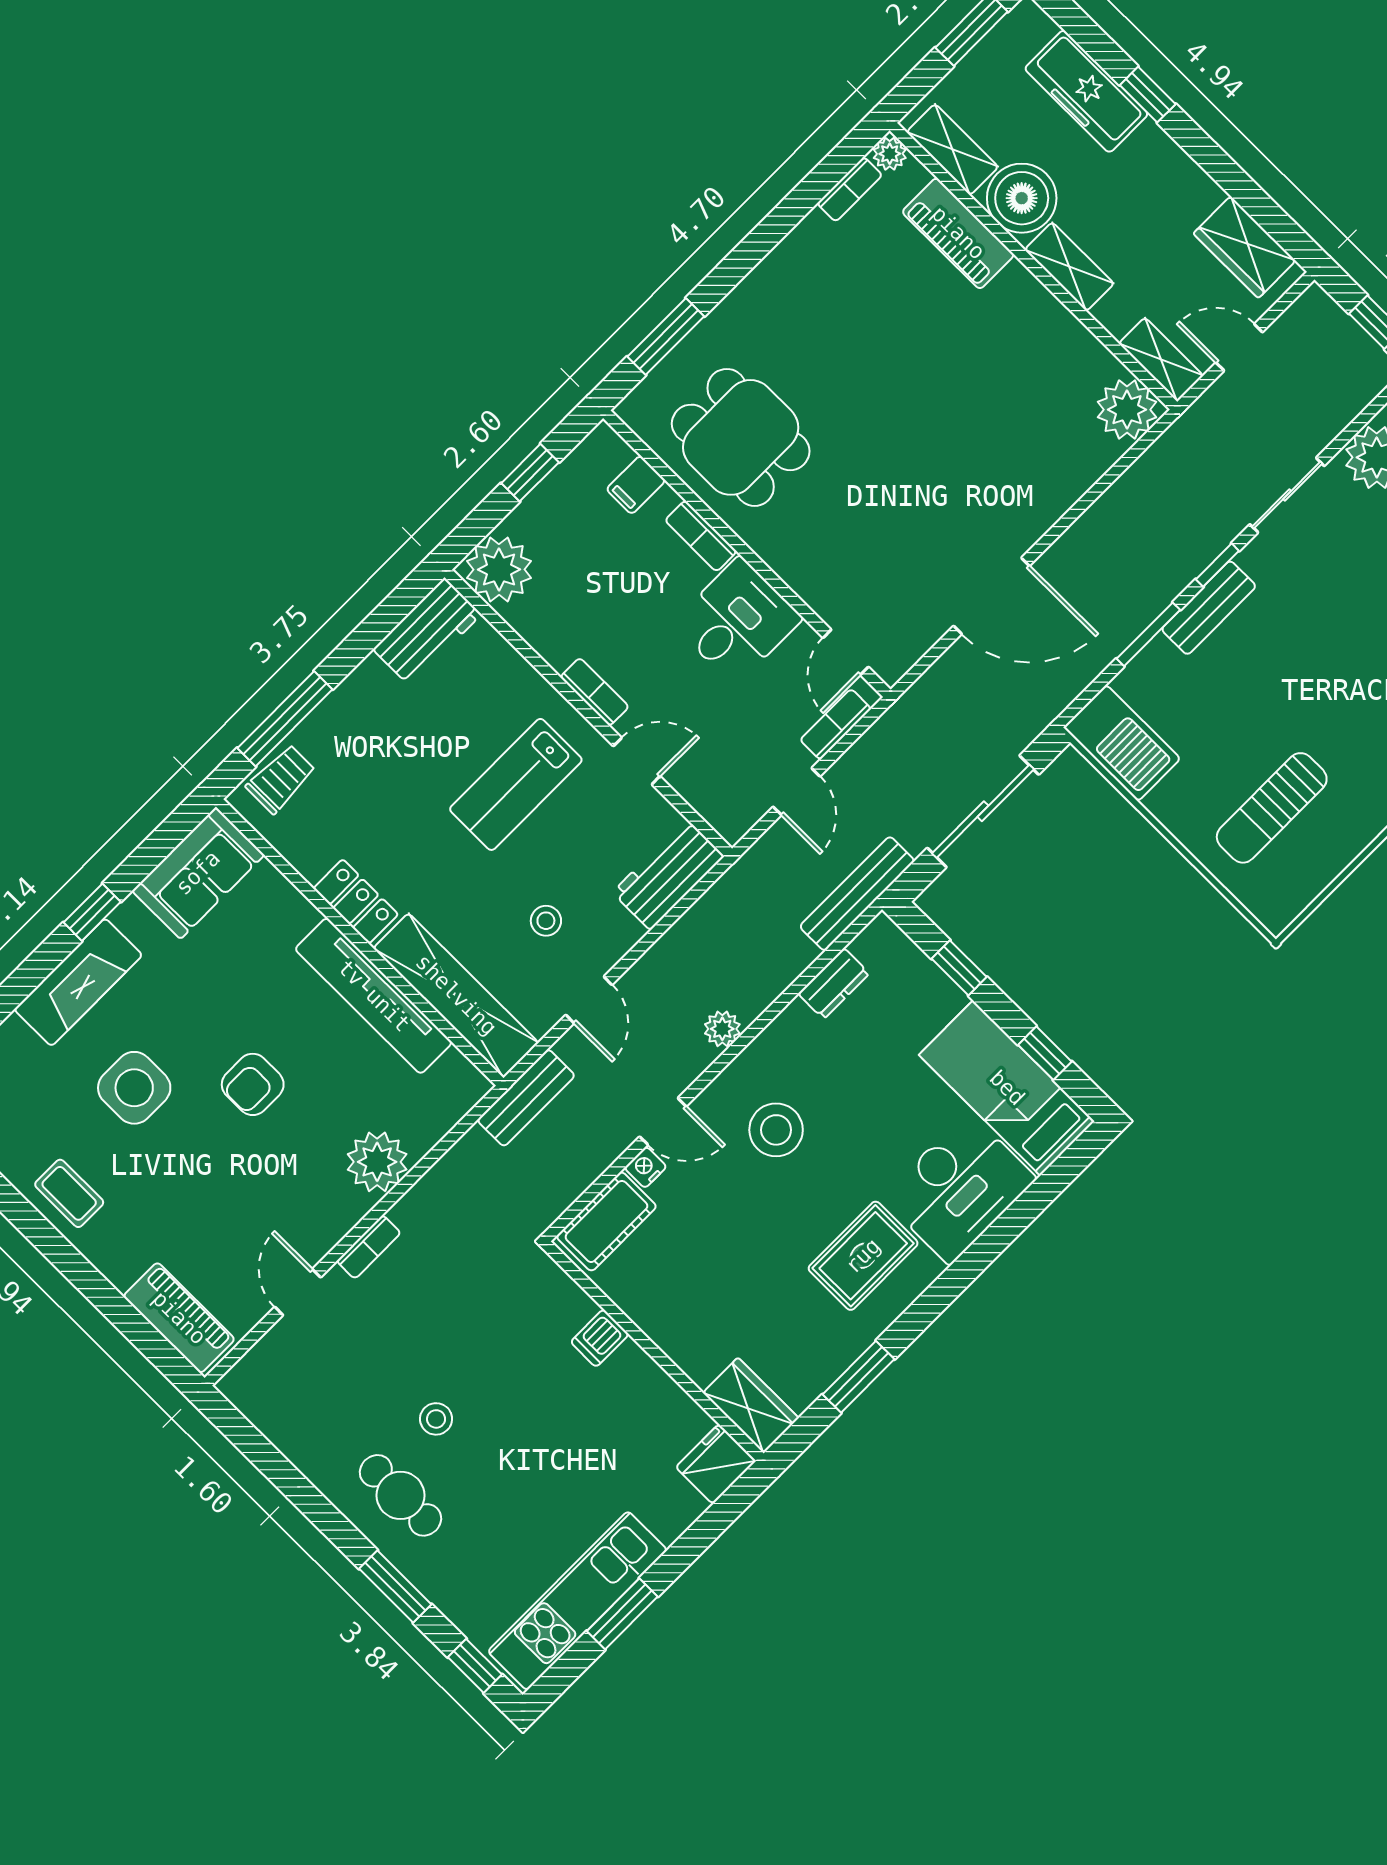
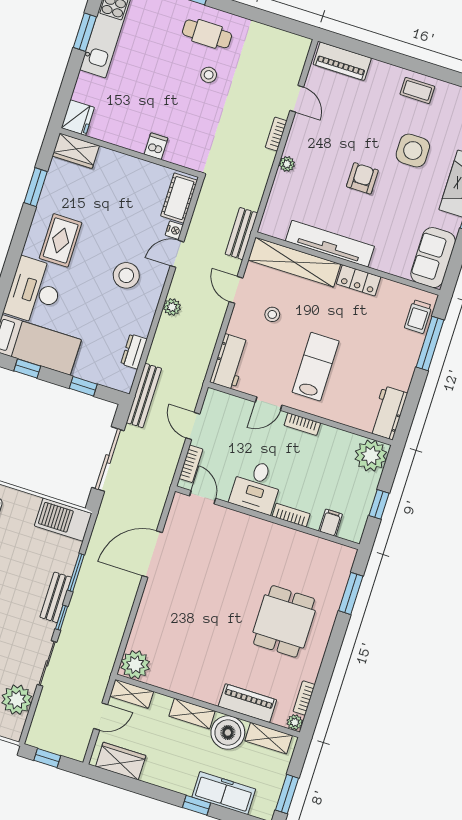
dining table: (741, 437) -> (284, 621), moved, turned 90
plant: (377, 1162) -> (287, 164), width x0.53, depth x0.53

